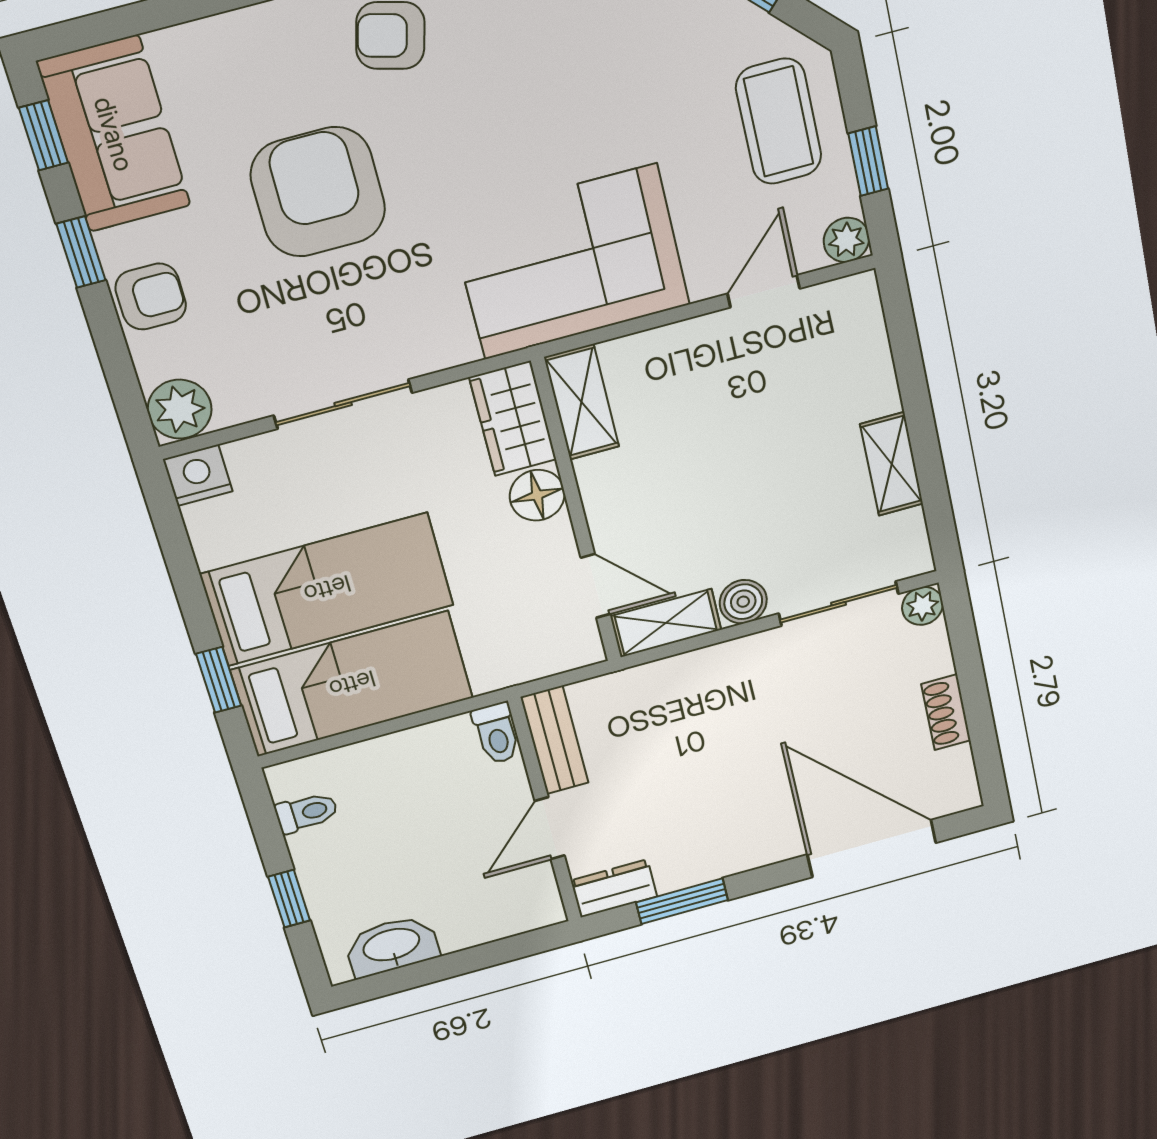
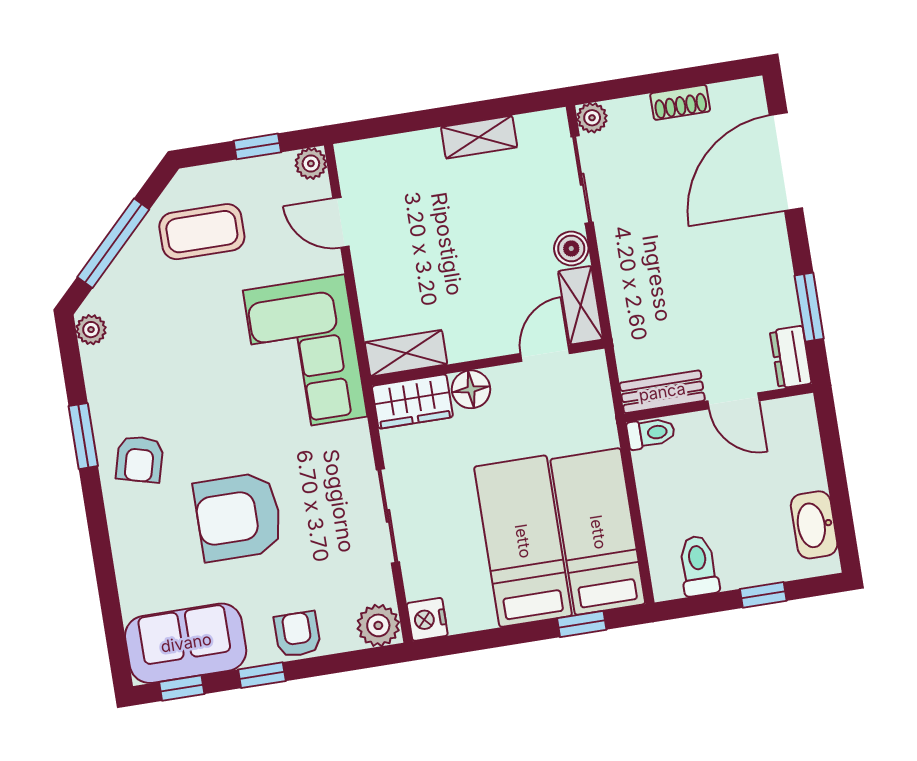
coffee table: (779, 121) -> (202, 232), moved
toilet: (307, 813) -> (698, 566), width x1.37, depth x1.39

